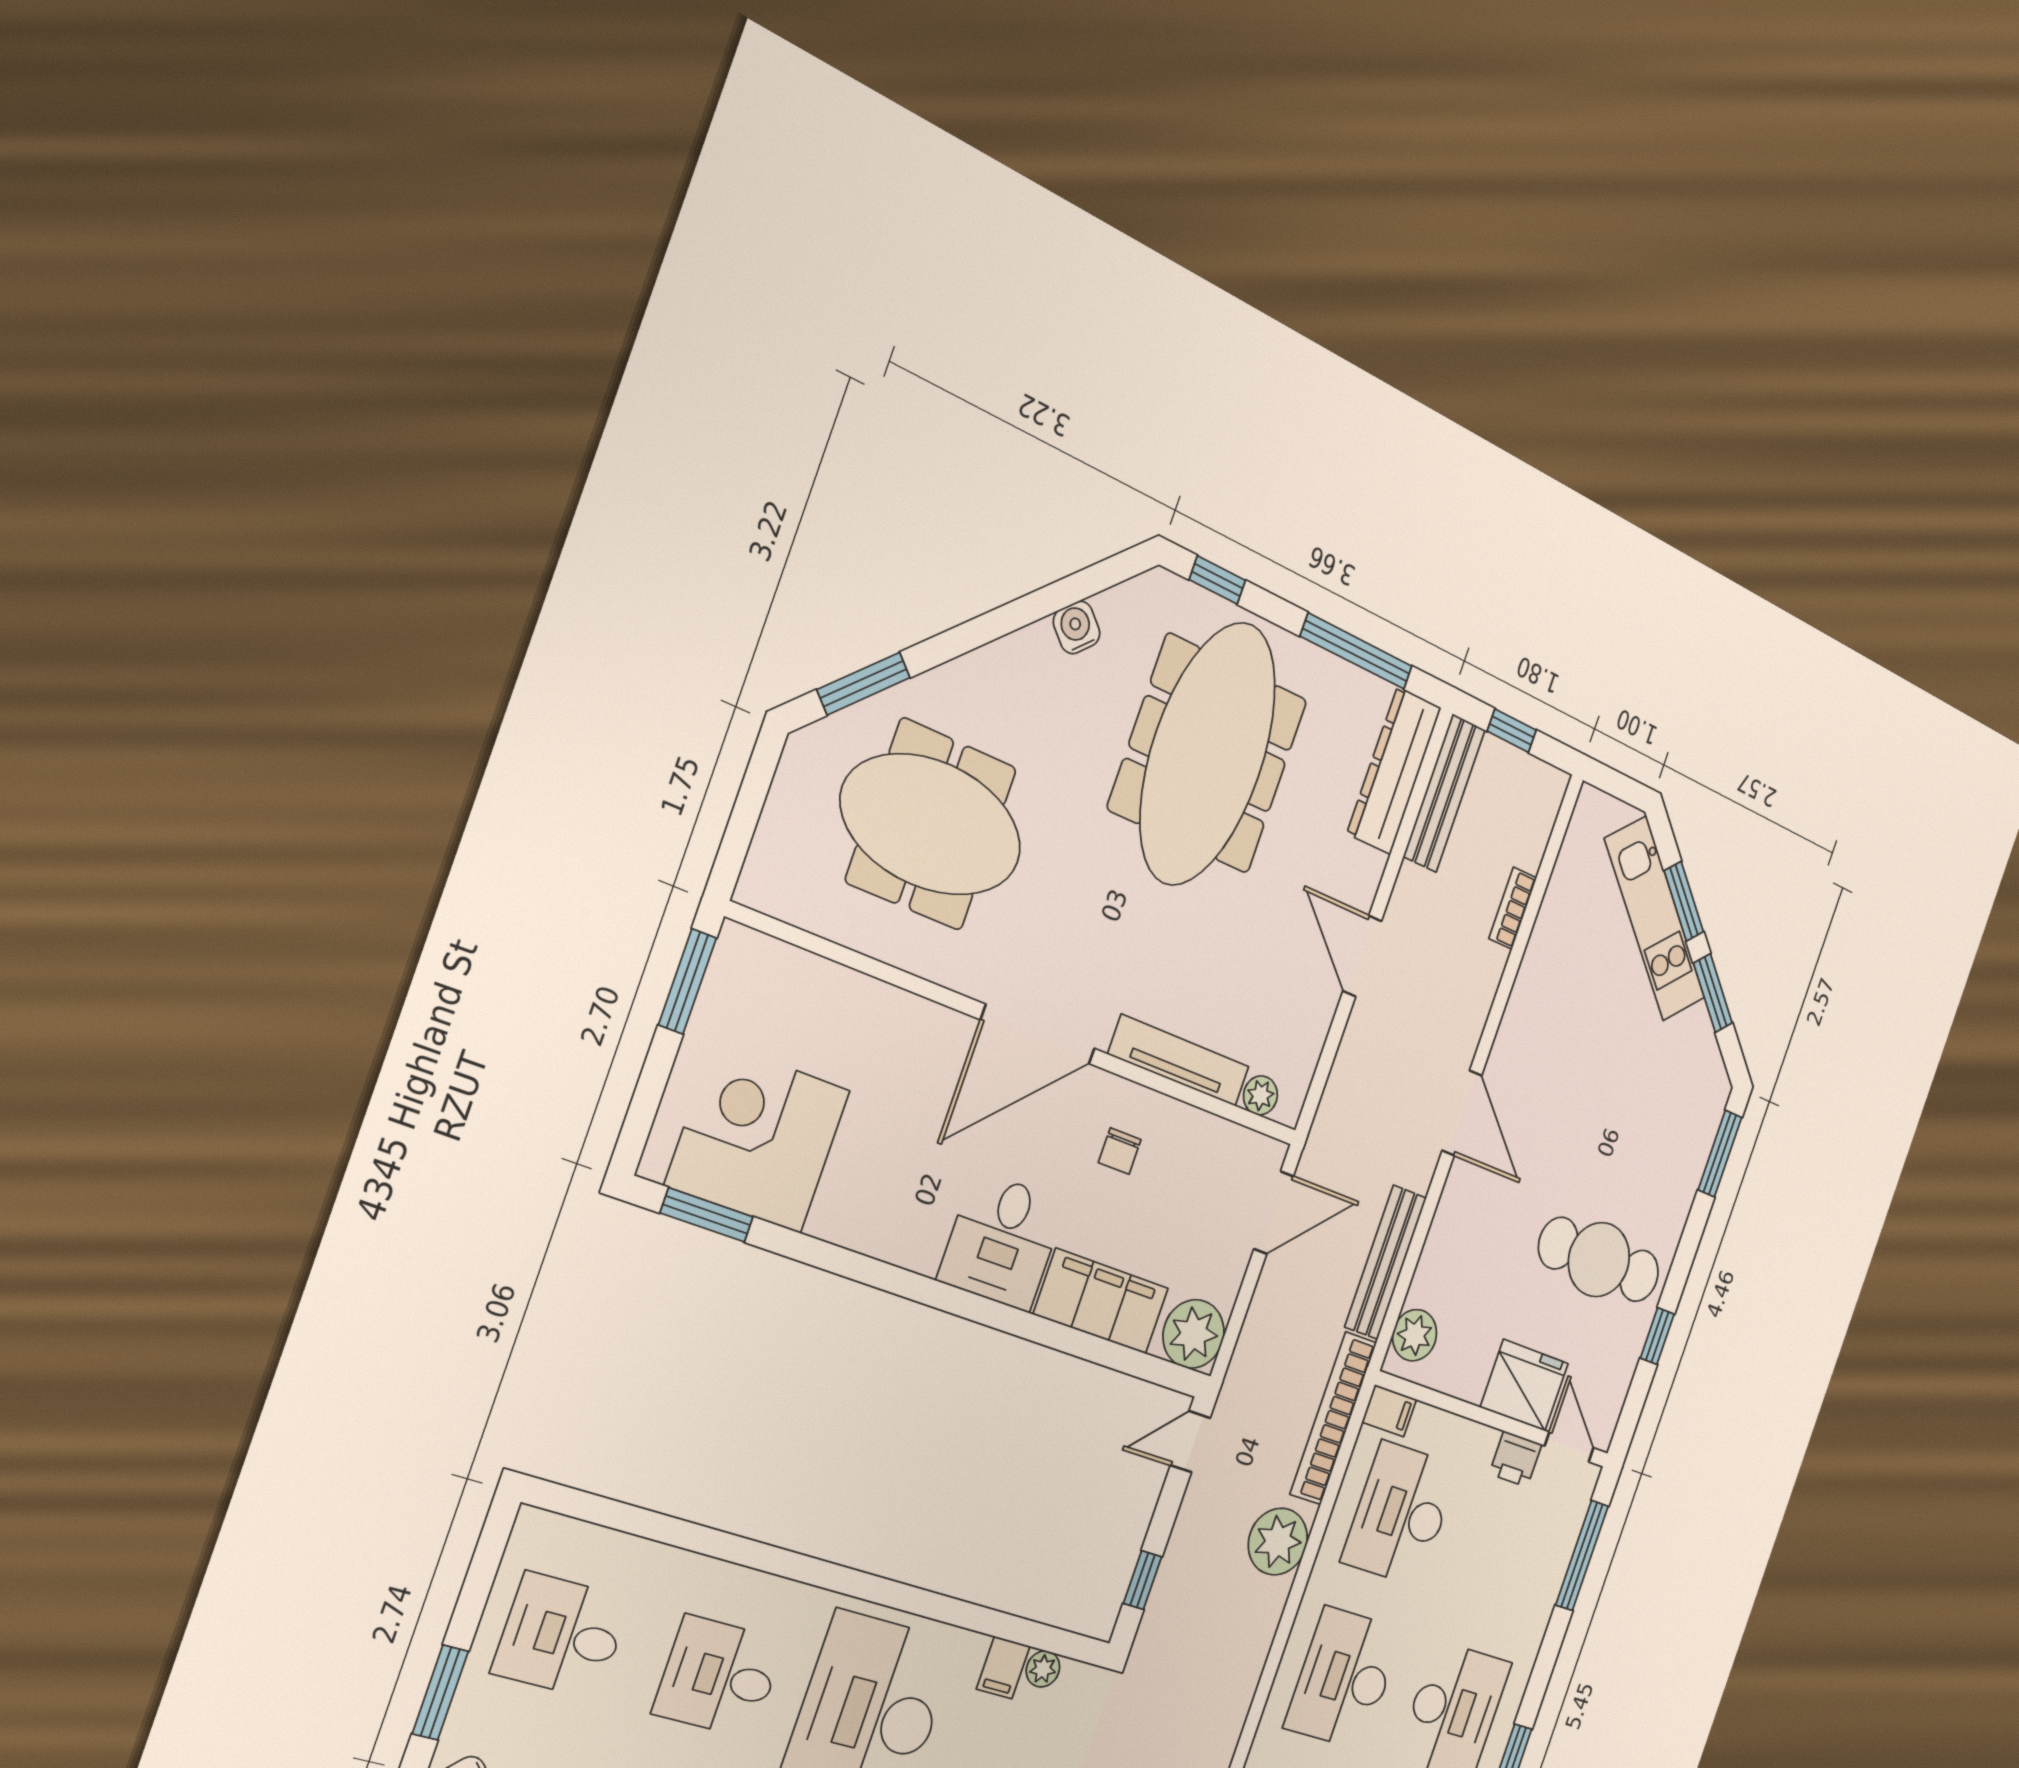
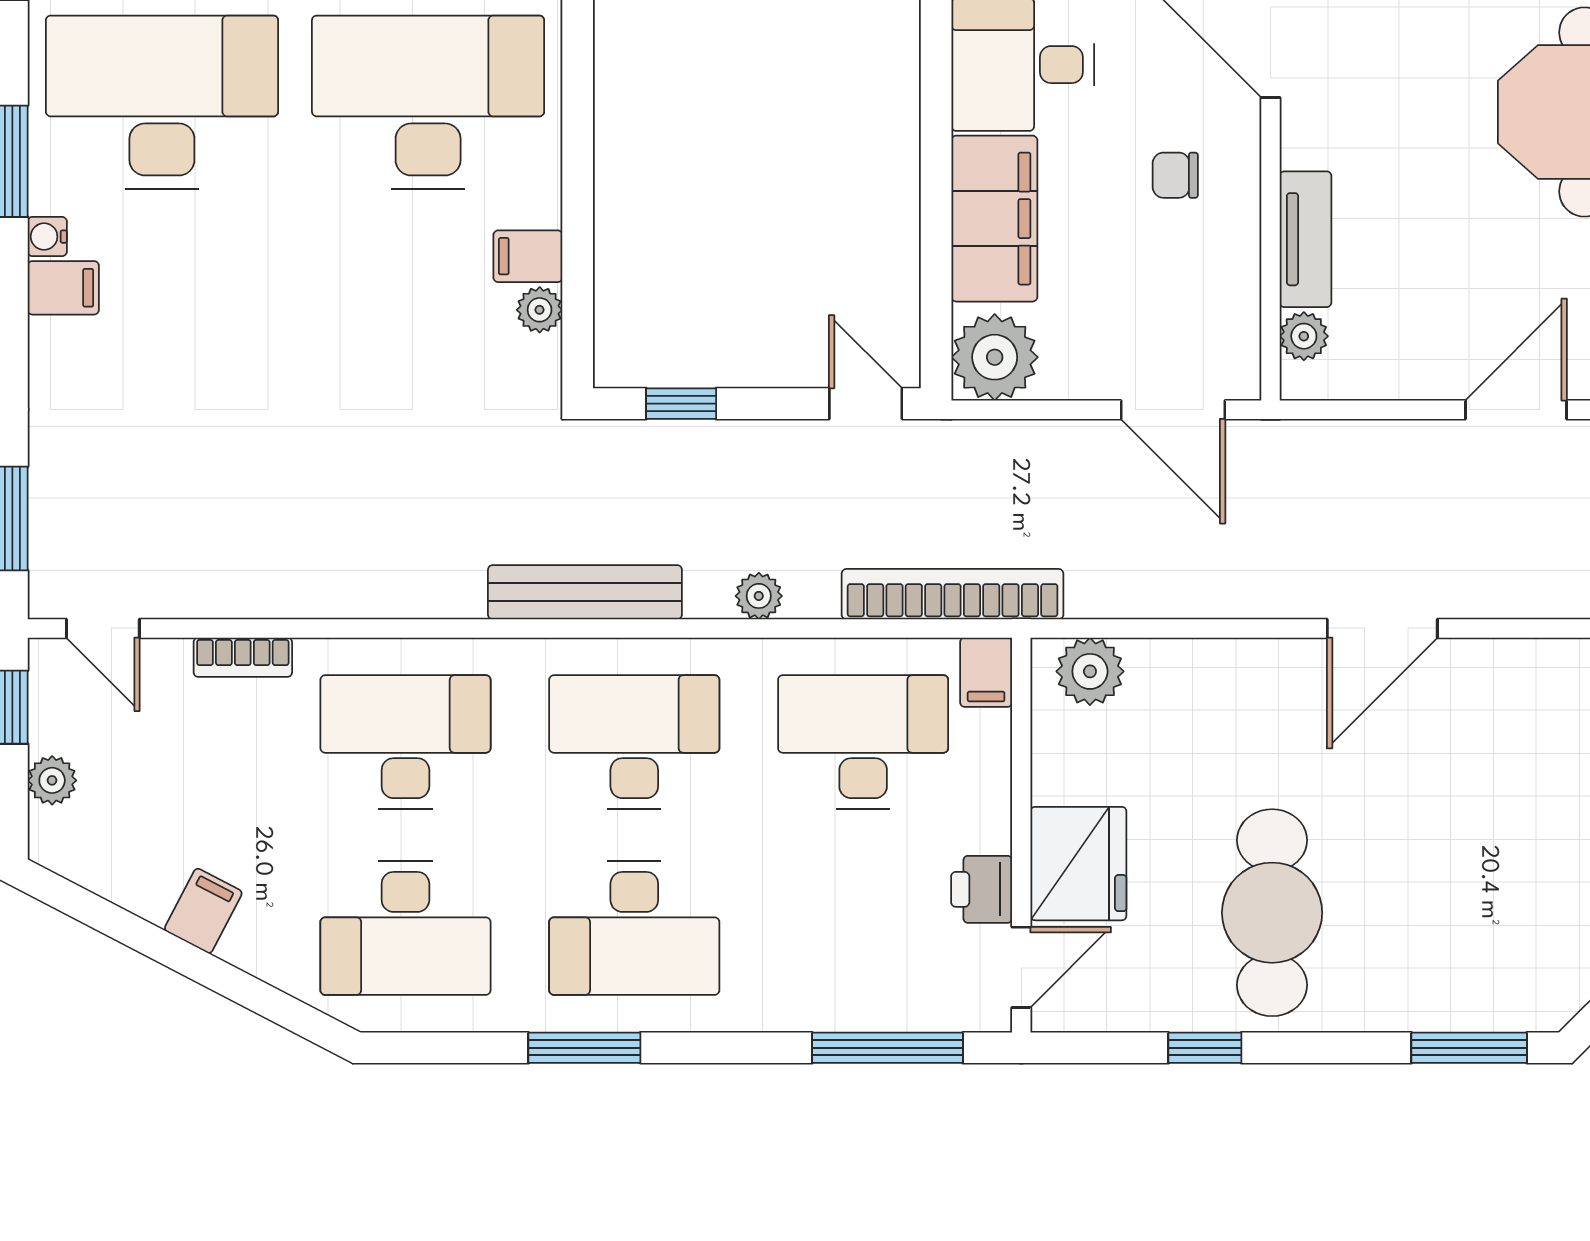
tv unit: (1179, 1060) -> (1305, 239), width x0.71
bench: (1386, 1262) -> (585, 592), moved
plant: (1278, 1542) -> (759, 596), width x0.53, depth x0.53

